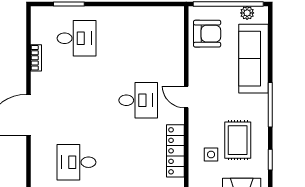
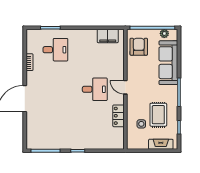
filing cabinet: (159, 17) -> (108, 36), added
armchair: (207, 34) -> (139, 47), turned -90
locker: (175, 151) -> (118, 116), width x0.66
desk: (77, 162) -> (55, 129), removed

